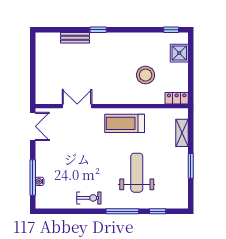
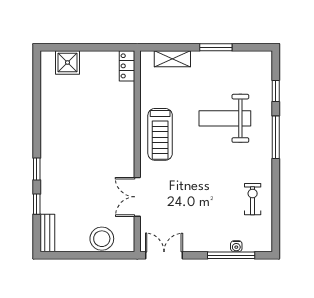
window: (171, 30) -> (37, 204), moved
bench: (75, 38) -> (47, 233), moved
stool: (146, 75) -> (102, 239), moved
exercise bike: (89, 198) -> (253, 199), moved

